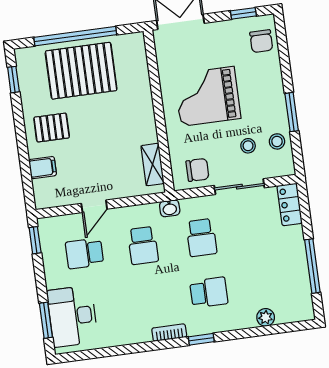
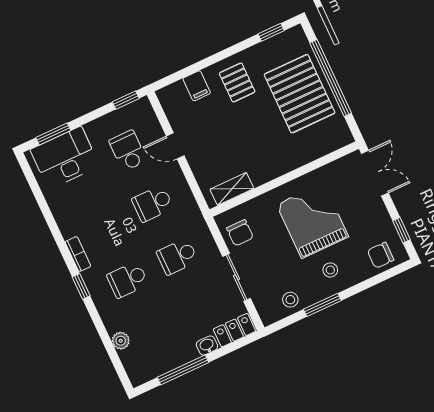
stool: (248, 146) -> (330, 270), moved
washbasin: (170, 208) -> (207, 345), moved, turned 90
school desk: (209, 292) -> (128, 280), turned 90

